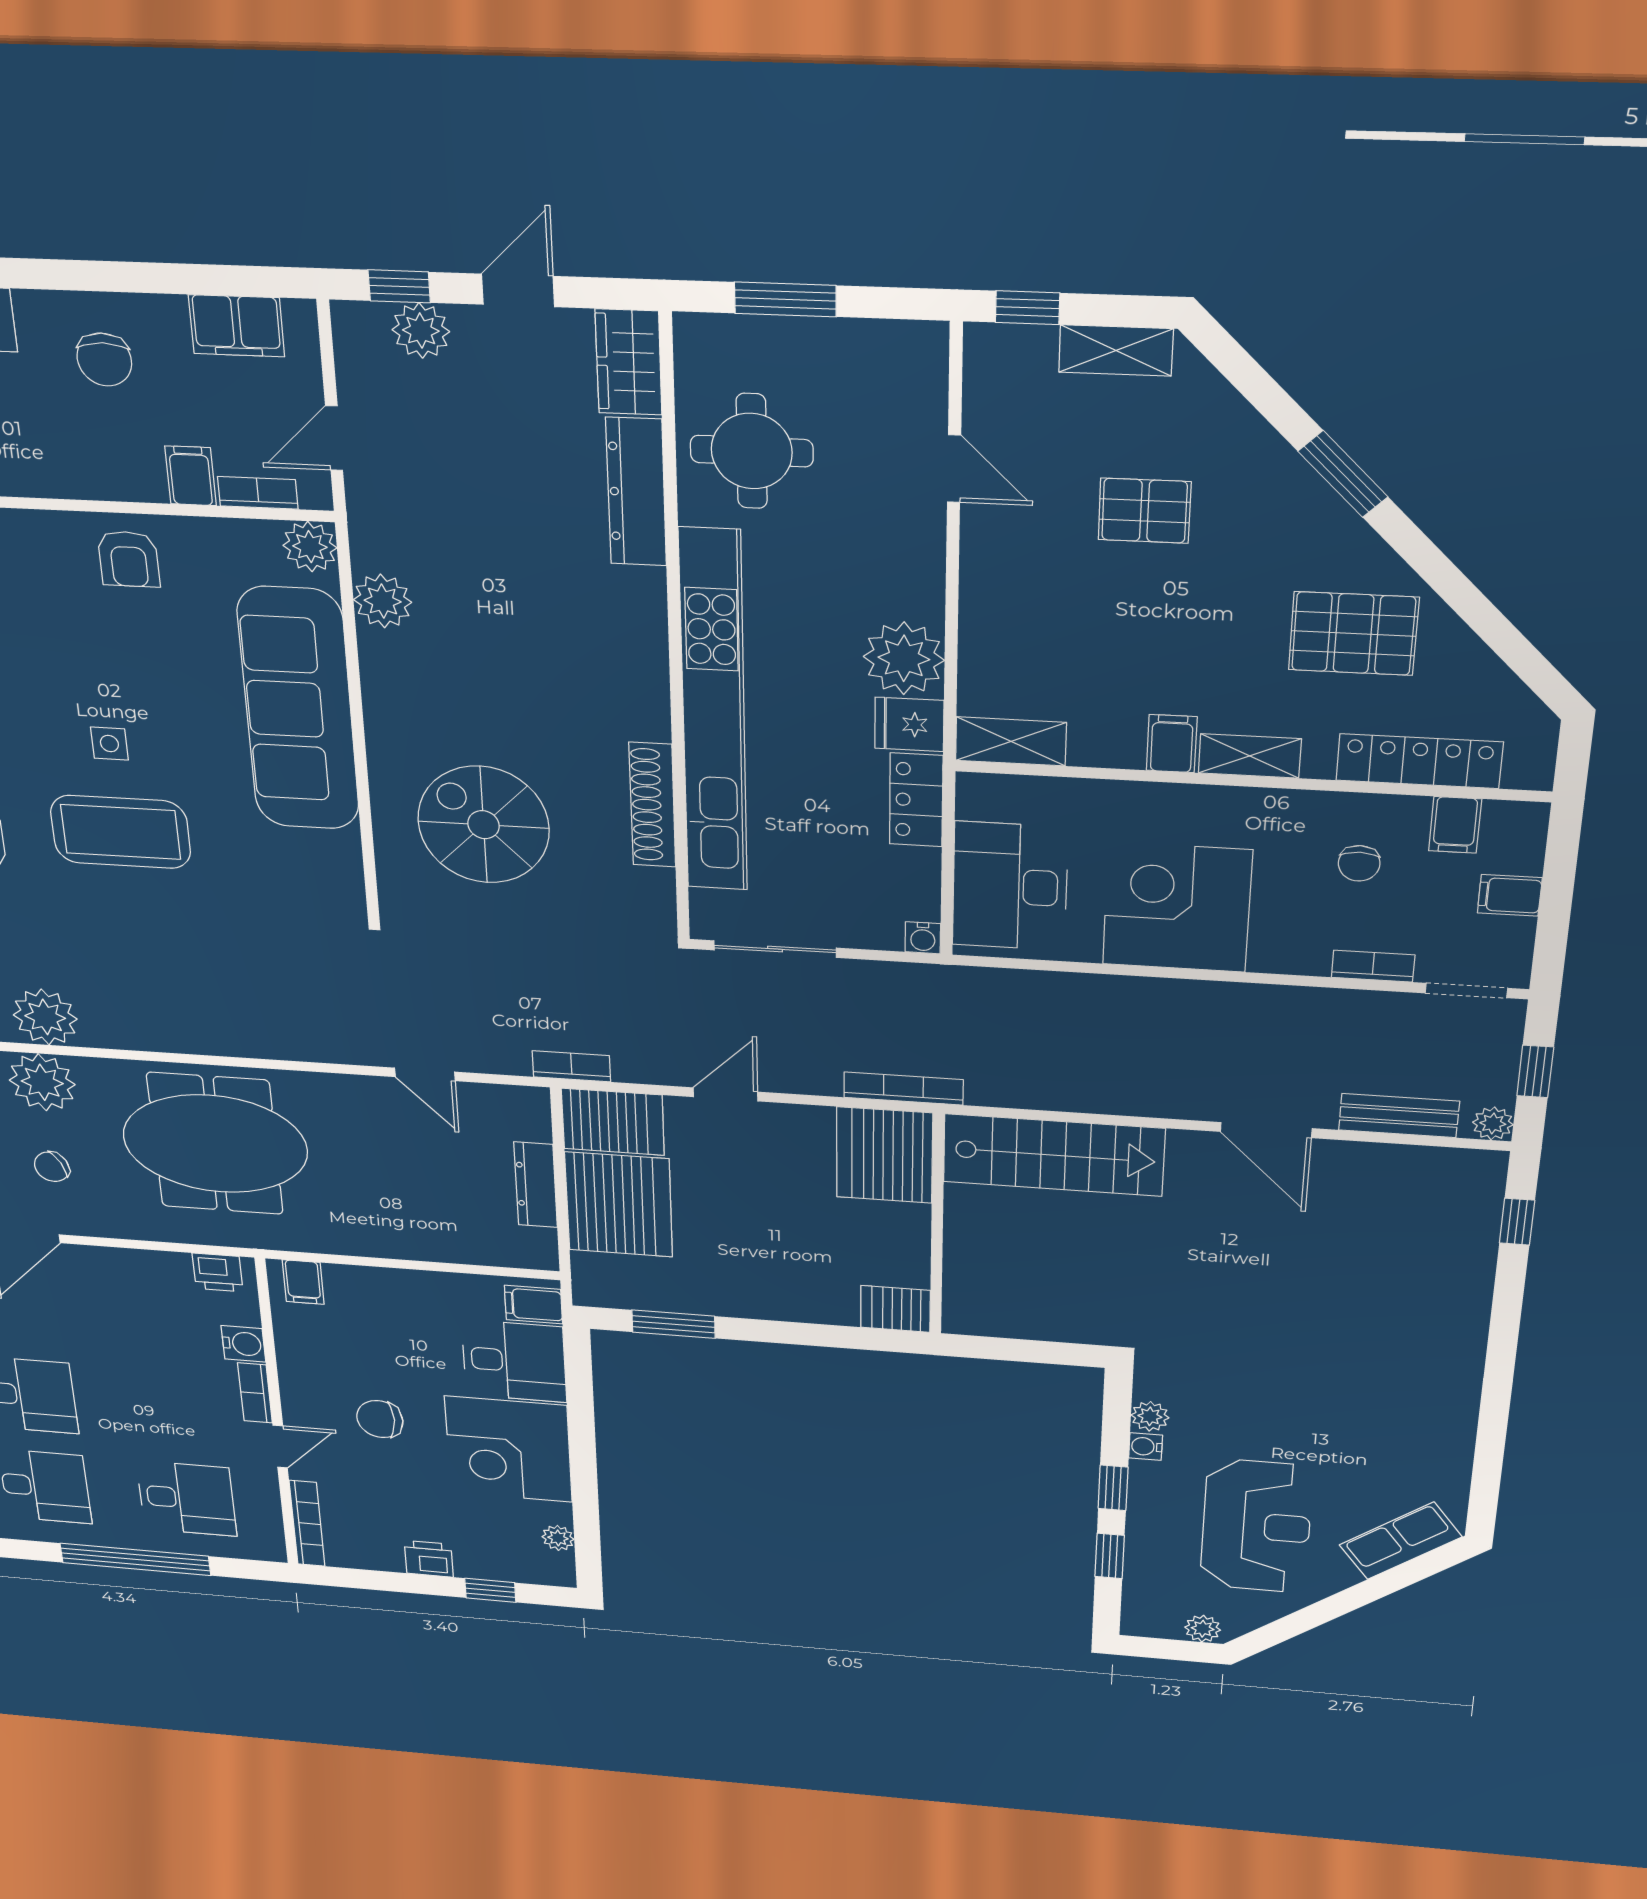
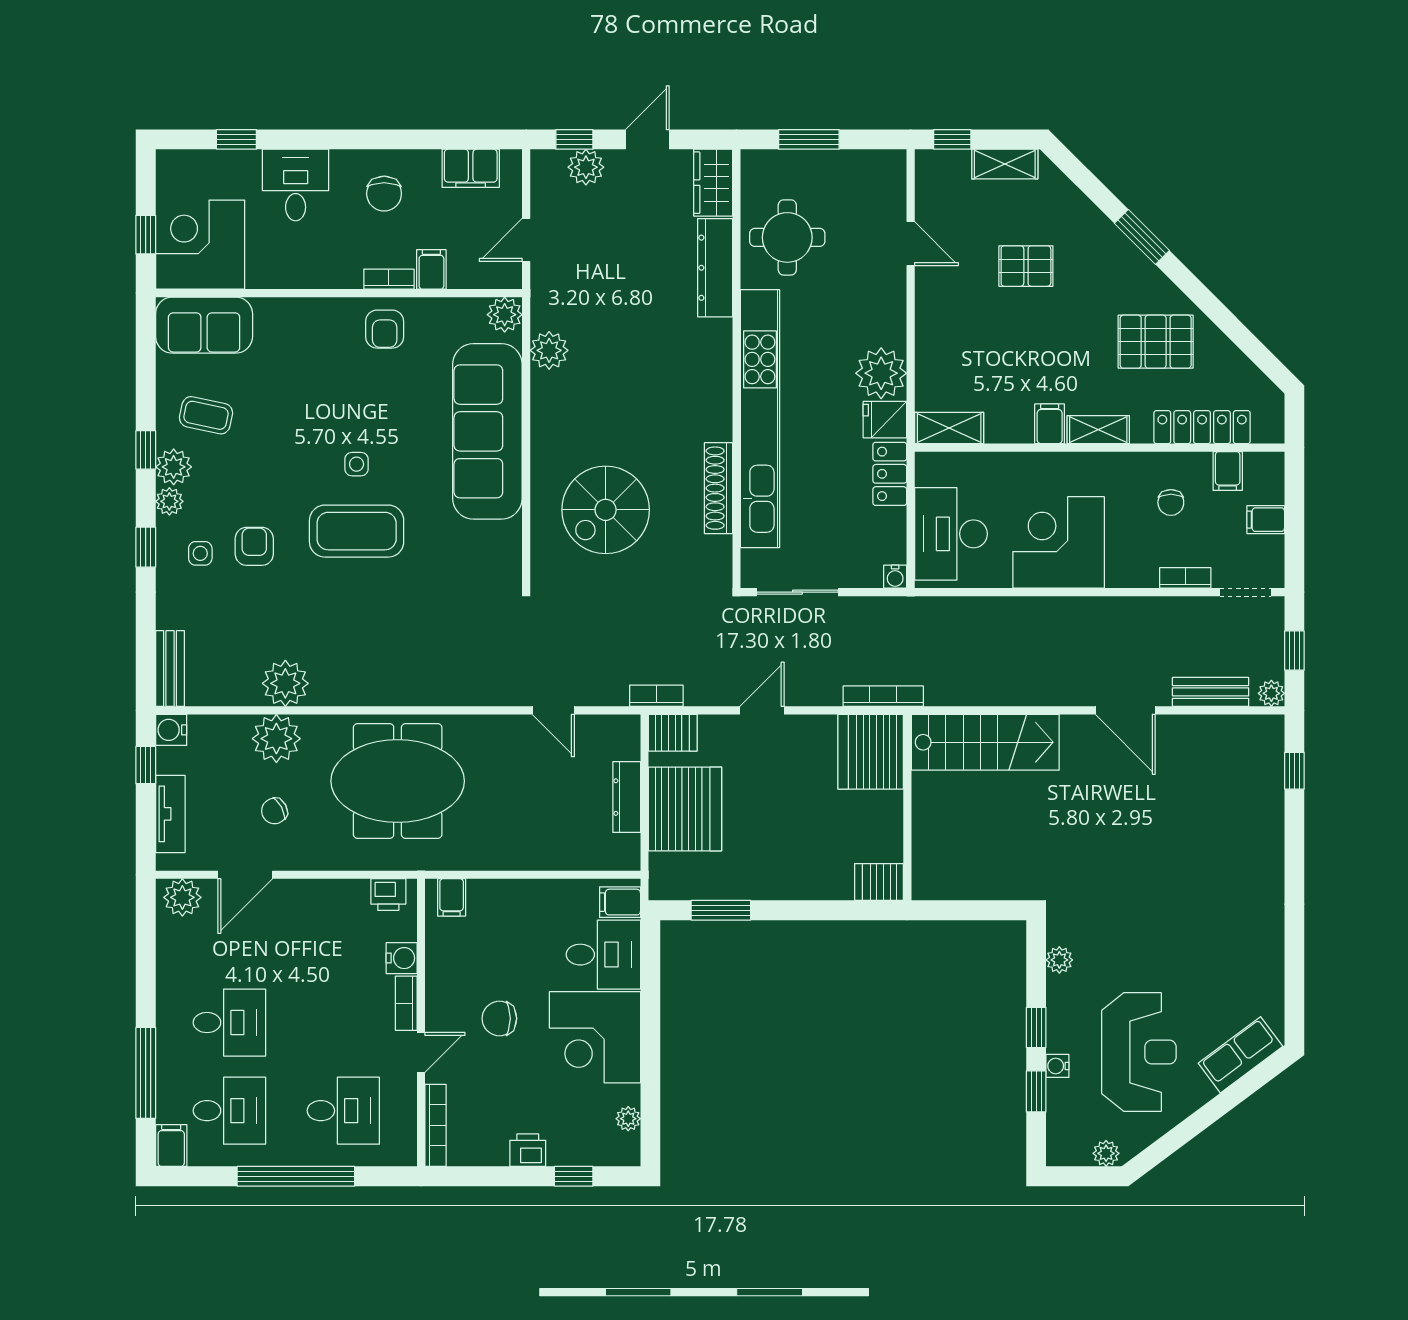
bookcase: (258, 493) -> (389, 279), moved
spiral stairs: (484, 825) -> (606, 510), turned -90
server rack: (613, 1122) -> (673, 733), width x0.73, depth x0.70
water cooler: (1145, 1446) -> (1057, 1066), moved

